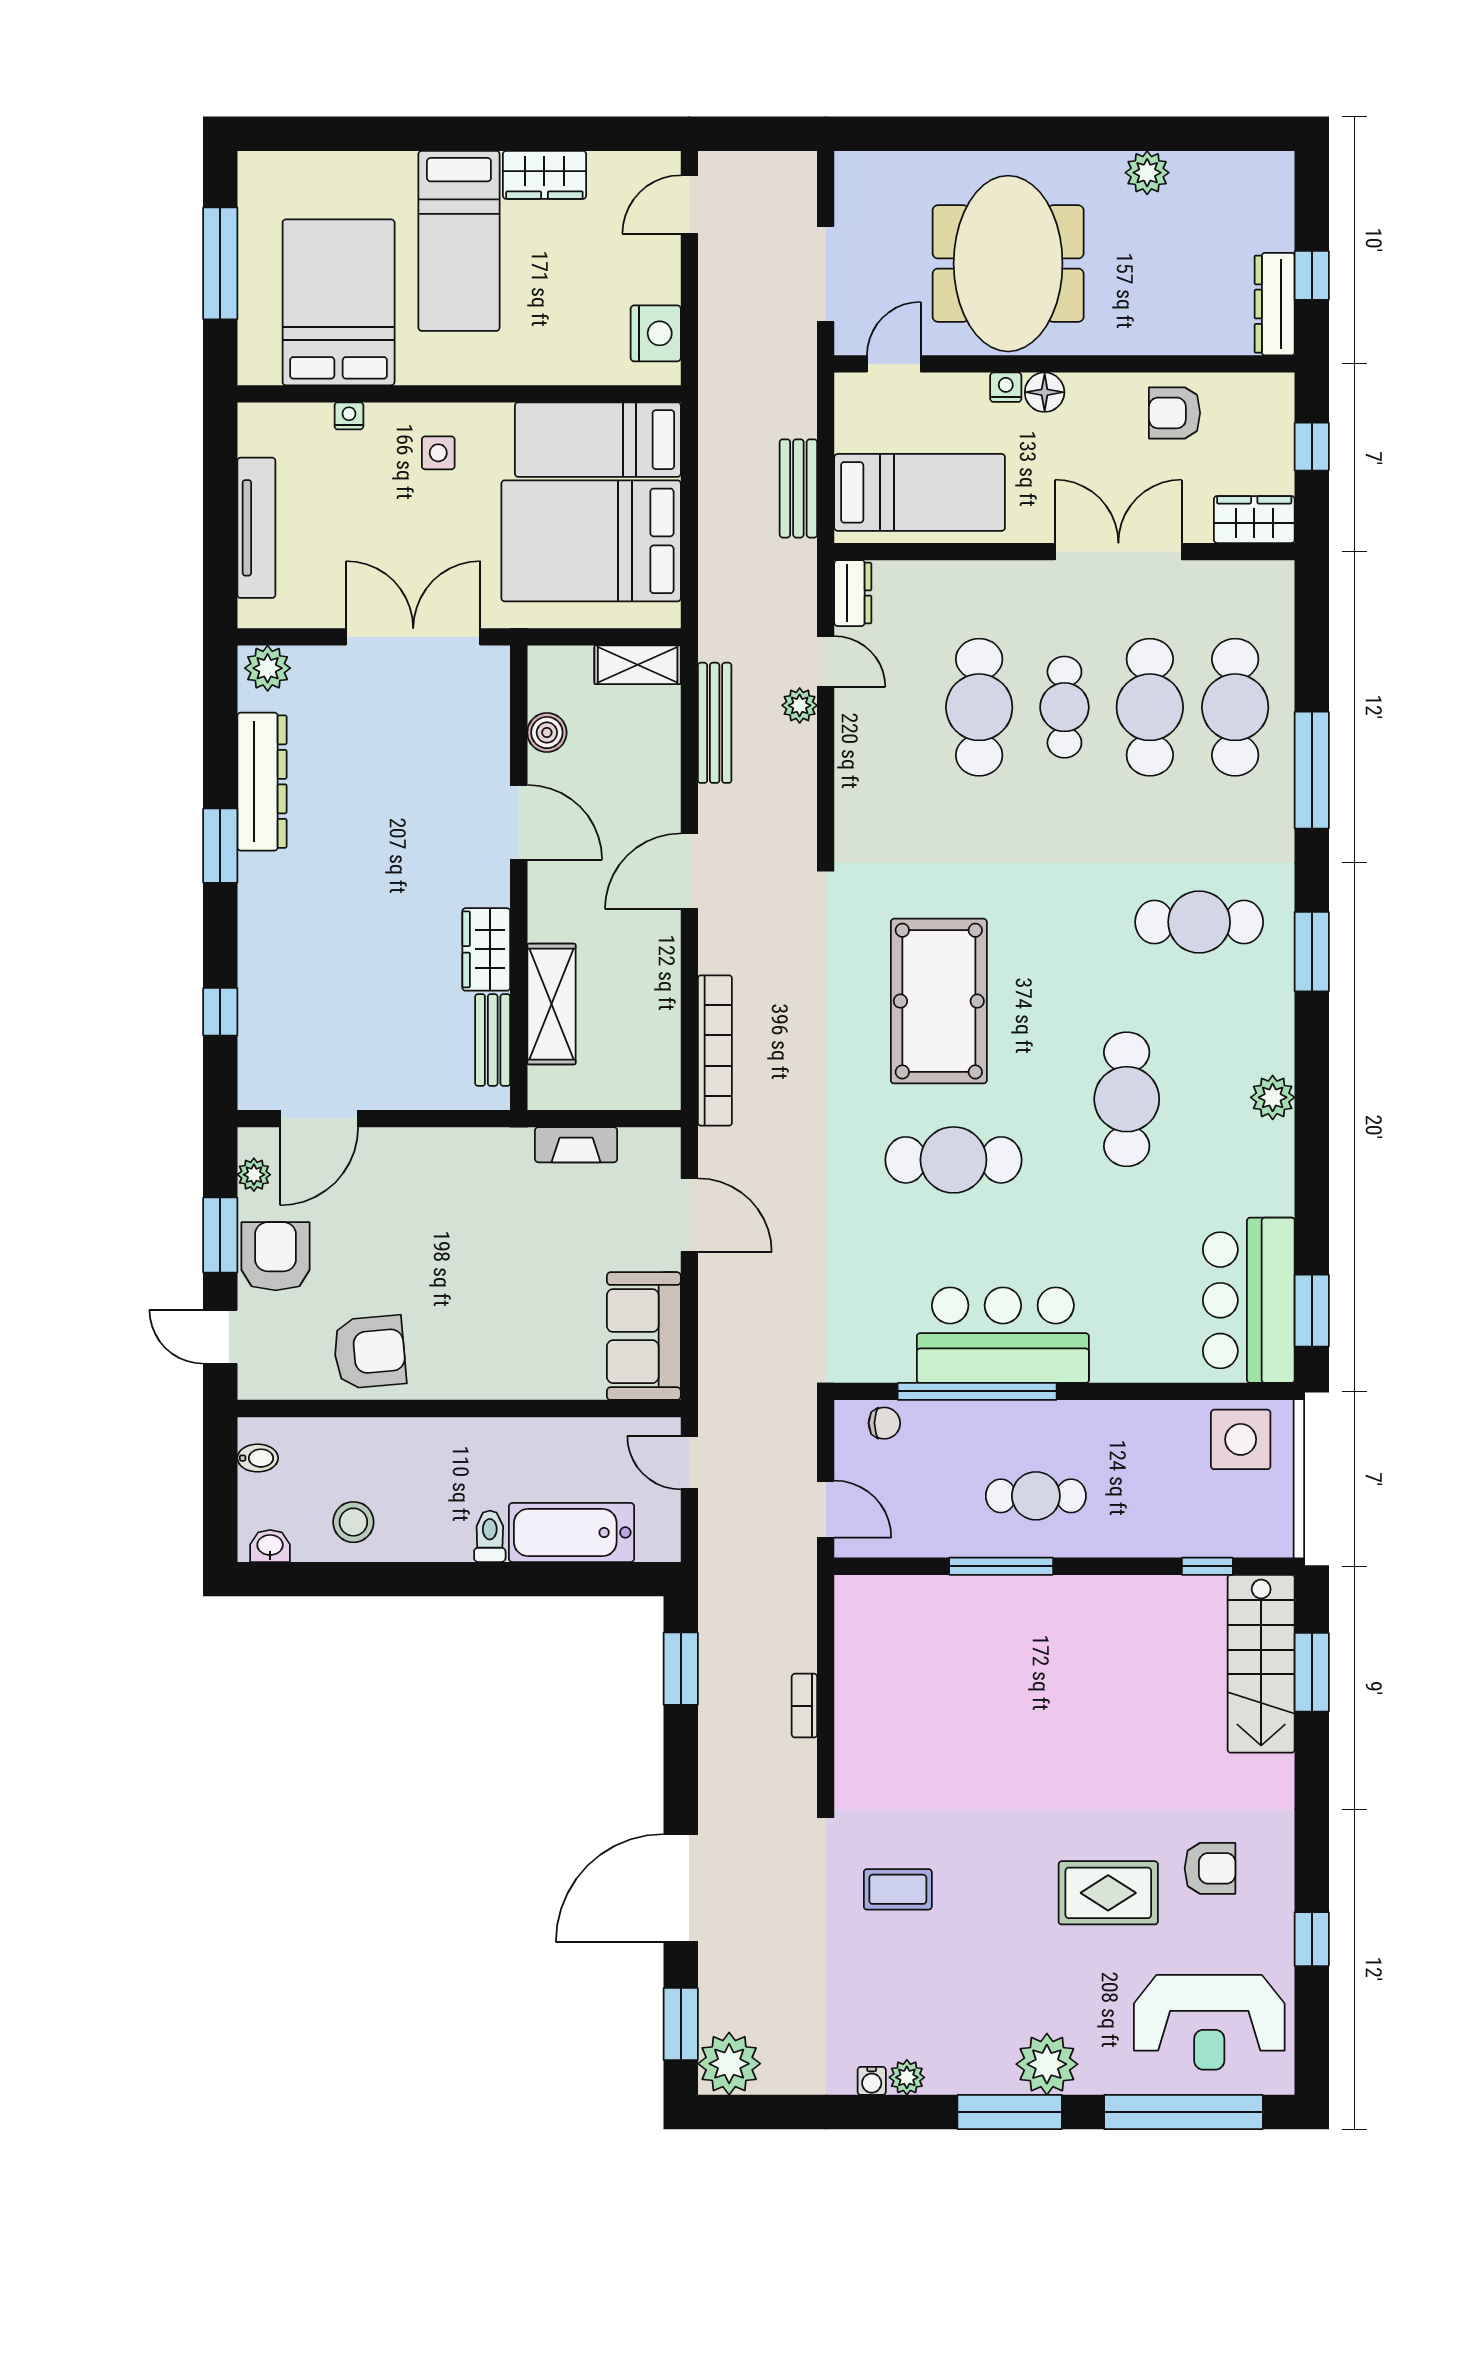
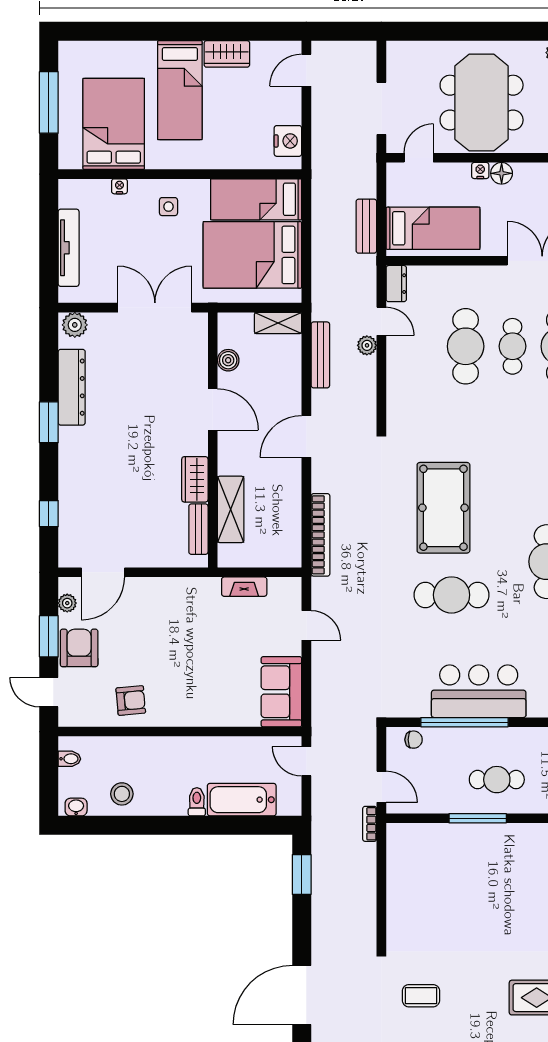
door: (689, 1215) -> (306, 625), width x0.73
armchair: (369, 1352) -> (131, 701), width x0.72, depth x0.72
bookcase: (804, 1706) -> (370, 824), moved

